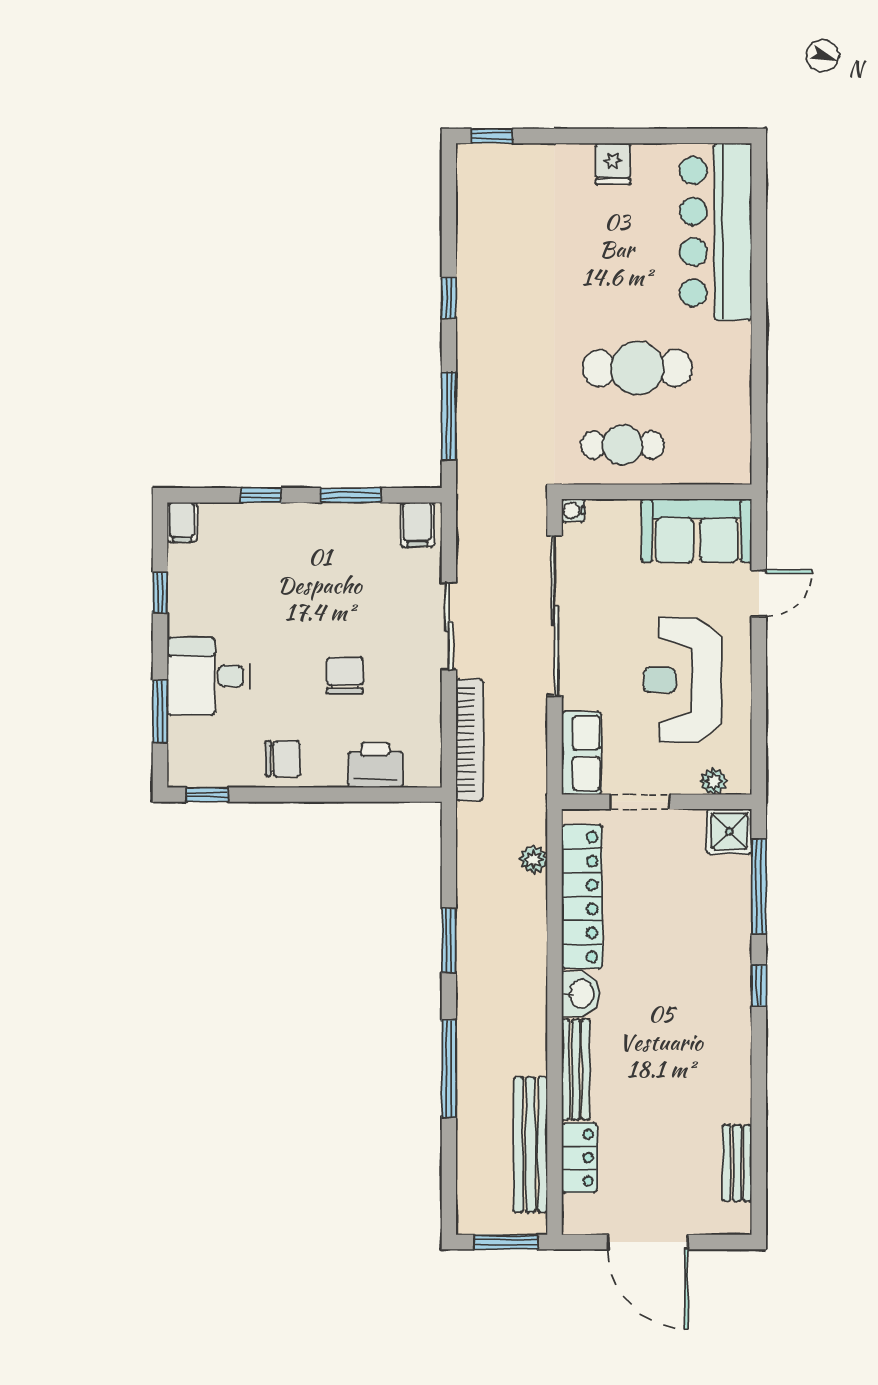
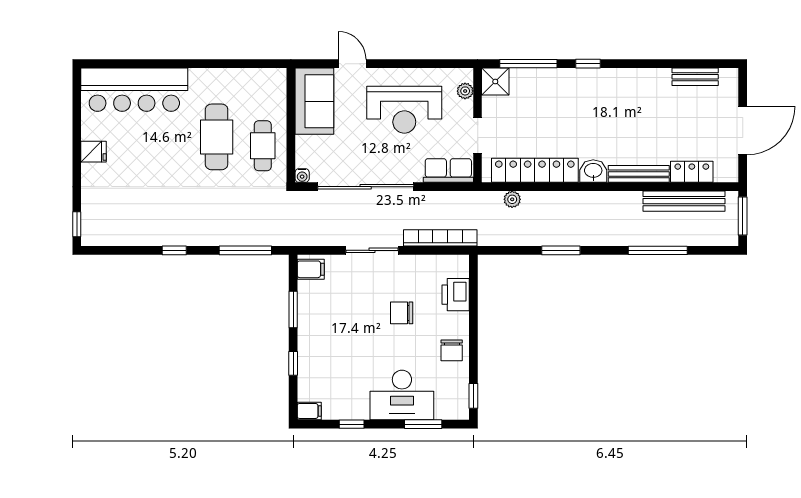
desk: (208, 676) -> (402, 395), width x1.37
chair: (283, 759) -> (452, 350), turned 180
window: (449, 1068) -> (658, 250), moved

